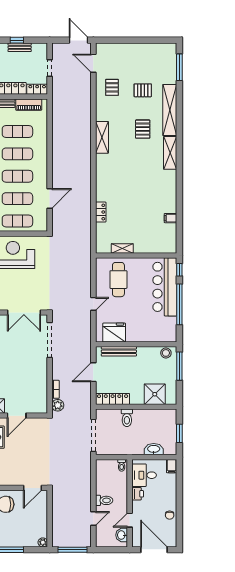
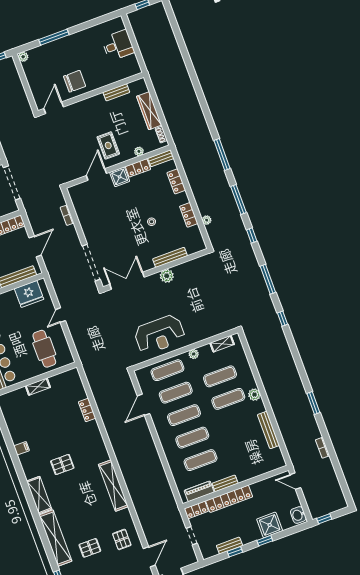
door: (93, 63) -> (149, 557), hinge flipped
pallet: (143, 129) -> (62, 464), moved, turned 90
shelving: (102, 137) -> (113, 486), width x1.47
filing cabinet: (170, 218) -> (22, 448), moved
shelving: (122, 248) -> (38, 387), moved
plant: (58, 405) -> (59, 200), removed

